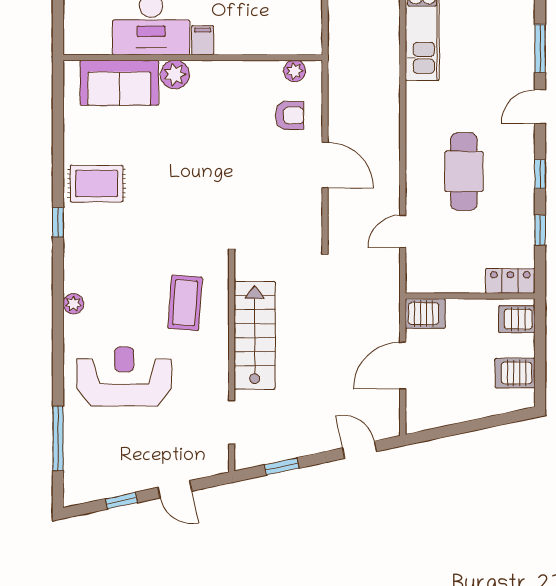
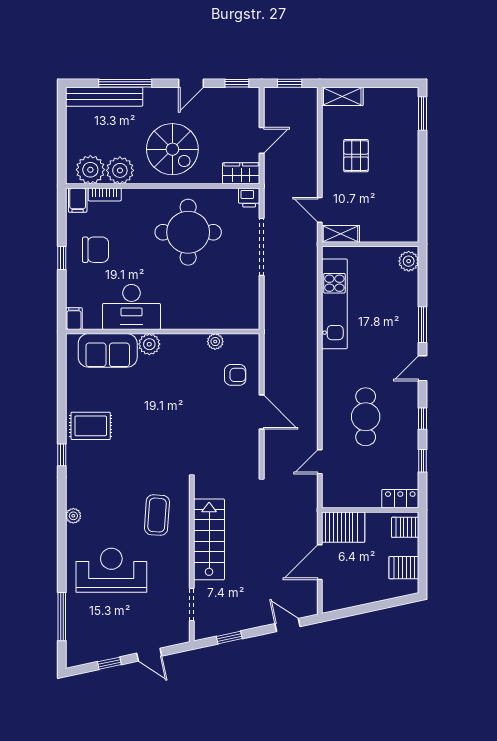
filing cabinet: (203, 40) -> (74, 319), moved
plant: (295, 71) -> (215, 342), moved
server rack: (425, 314) -> (343, 527), width x1.36, depth x1.44

